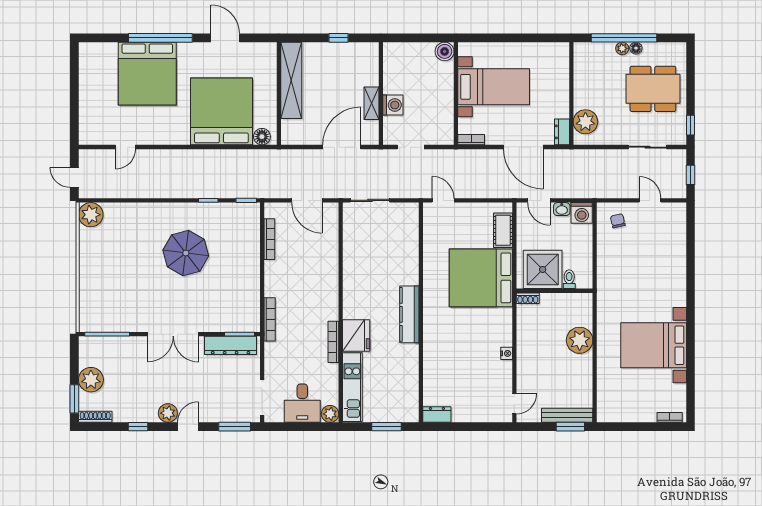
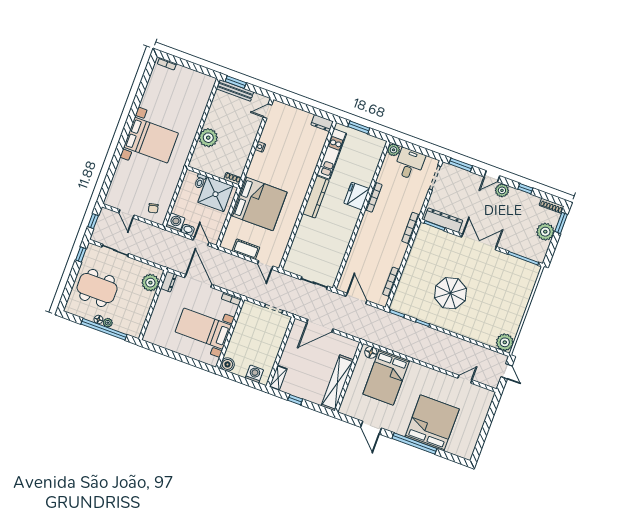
shelving: (371, 103) -> (278, 378), moved
washing machine: (393, 105) -> (254, 374), moved, turned 90
bed: (221, 111) -> (386, 377), width x0.73
cot: (503, 230) -> (246, 249), moved, turned 90
bed with nightstands: (654, 345) -> (151, 140), moved
kitchen unit: (352, 387) -> (332, 154), moved, turned 180

